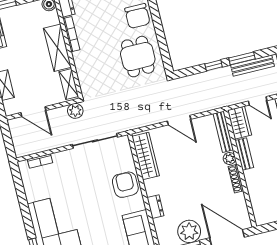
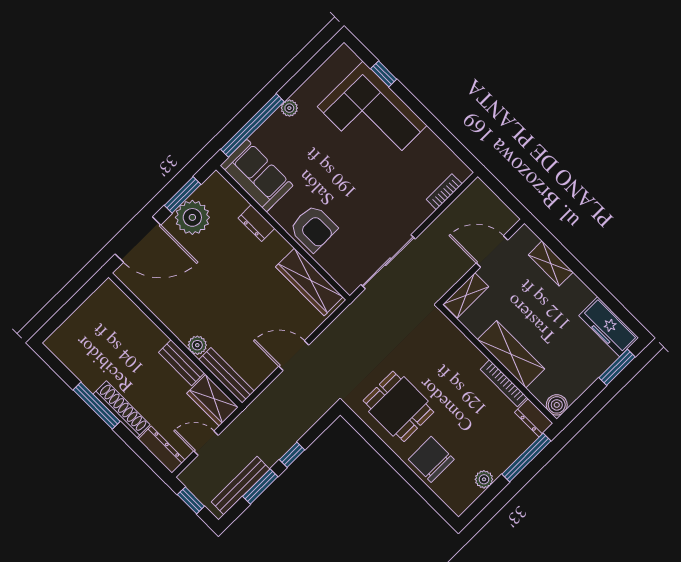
shelving: (69, 84) -> (466, 295), moved, turned 90
plant: (75, 111) -> (438, 285), removed
shoe rack: (236, 179) -> (173, 324), removed

